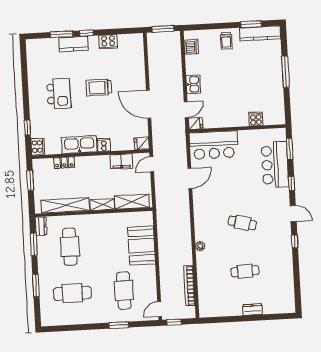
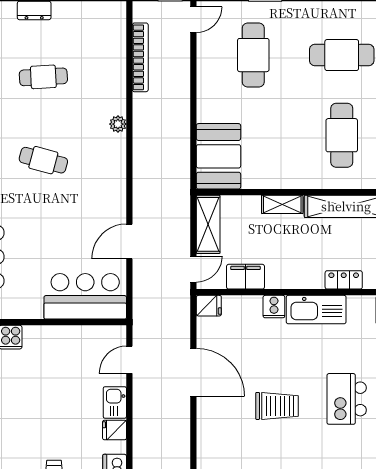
fridge: (196, 123) -> (115, 430), moved
shelving: (132, 202) -> (208, 224), moved, turned 90
booth: (142, 246) -> (218, 156), moved

